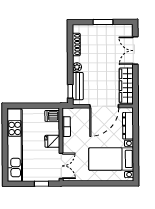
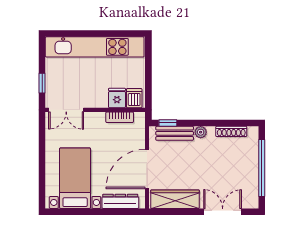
window: (103, 22) -> (262, 168), width x2.11
door: (104, 106) -> (147, 169), hinge flipped
fridge: (52, 141) -> (117, 98), moved

